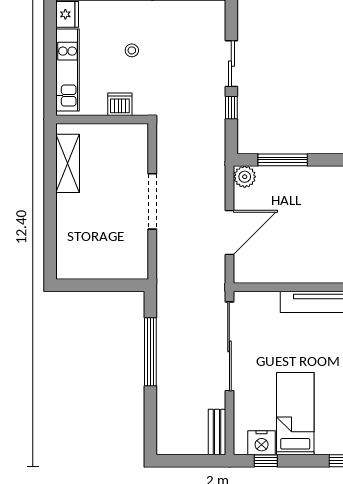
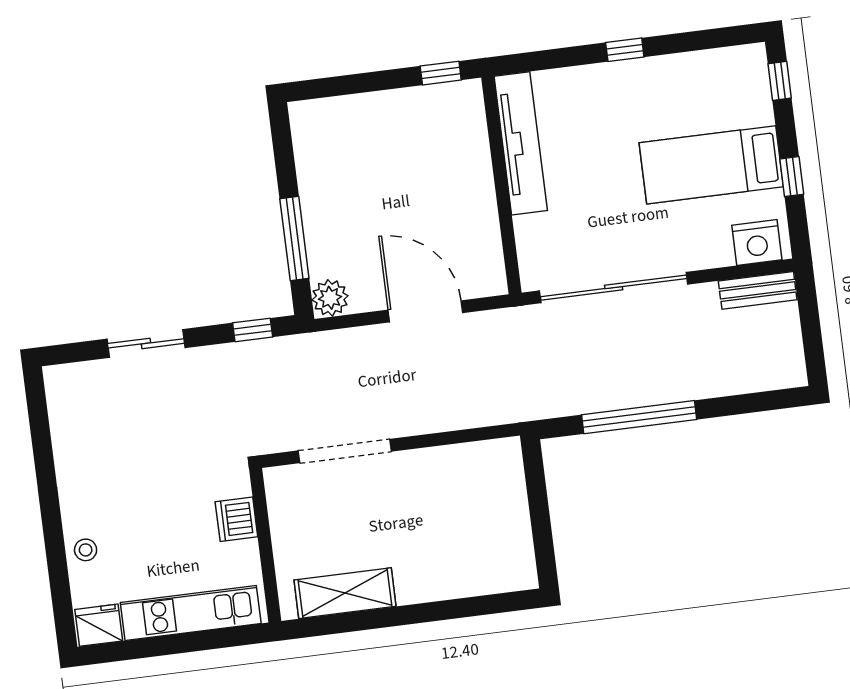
stool: (132, 50) -> (86, 550), moved
window: (231, 108) -> (253, 330), moved
doorway: (152, 201) -> (345, 451), moved
nightstand: (262, 443) -> (757, 243), moved, turned 90
window: (266, 461) -> (792, 177), moved

